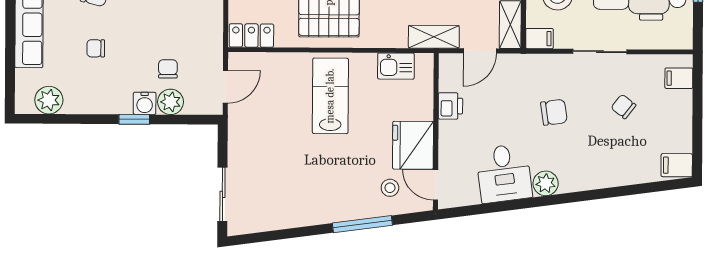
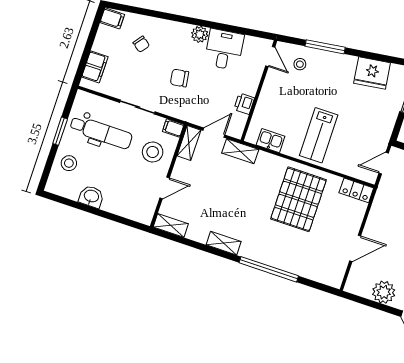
filing cabinet: (679, 78) -> (95, 67), width x2.00
chair: (623, 107) -> (141, 44), moved
fridge: (413, 145) -> (372, 73), moved, turned 82

